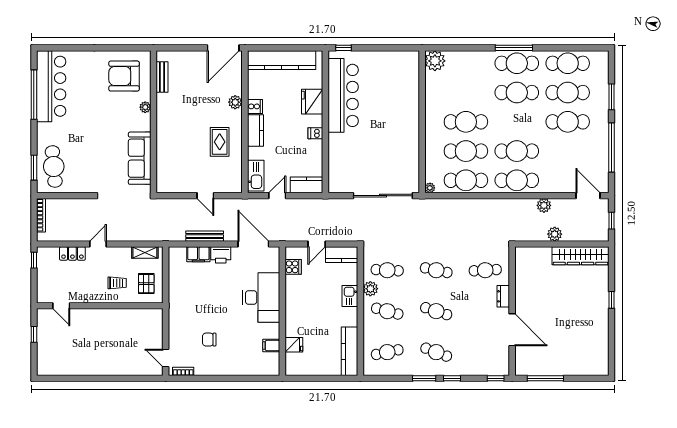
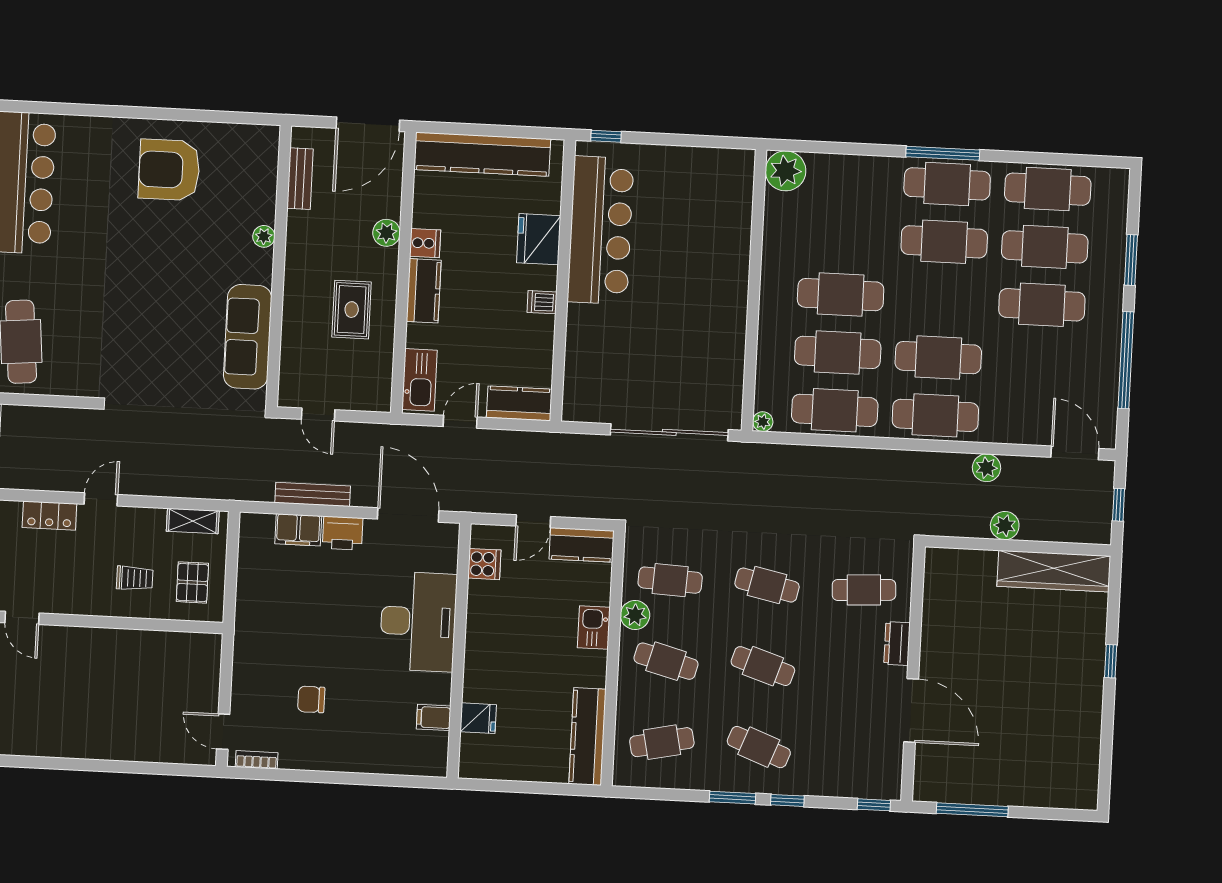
bench: (162, 77) -> (300, 179), moved
plant: (145, 107) -> (264, 236), moved
wall: (153, 122) -> (279, 266), moved
sofa: (140, 158) -> (248, 337), moved

